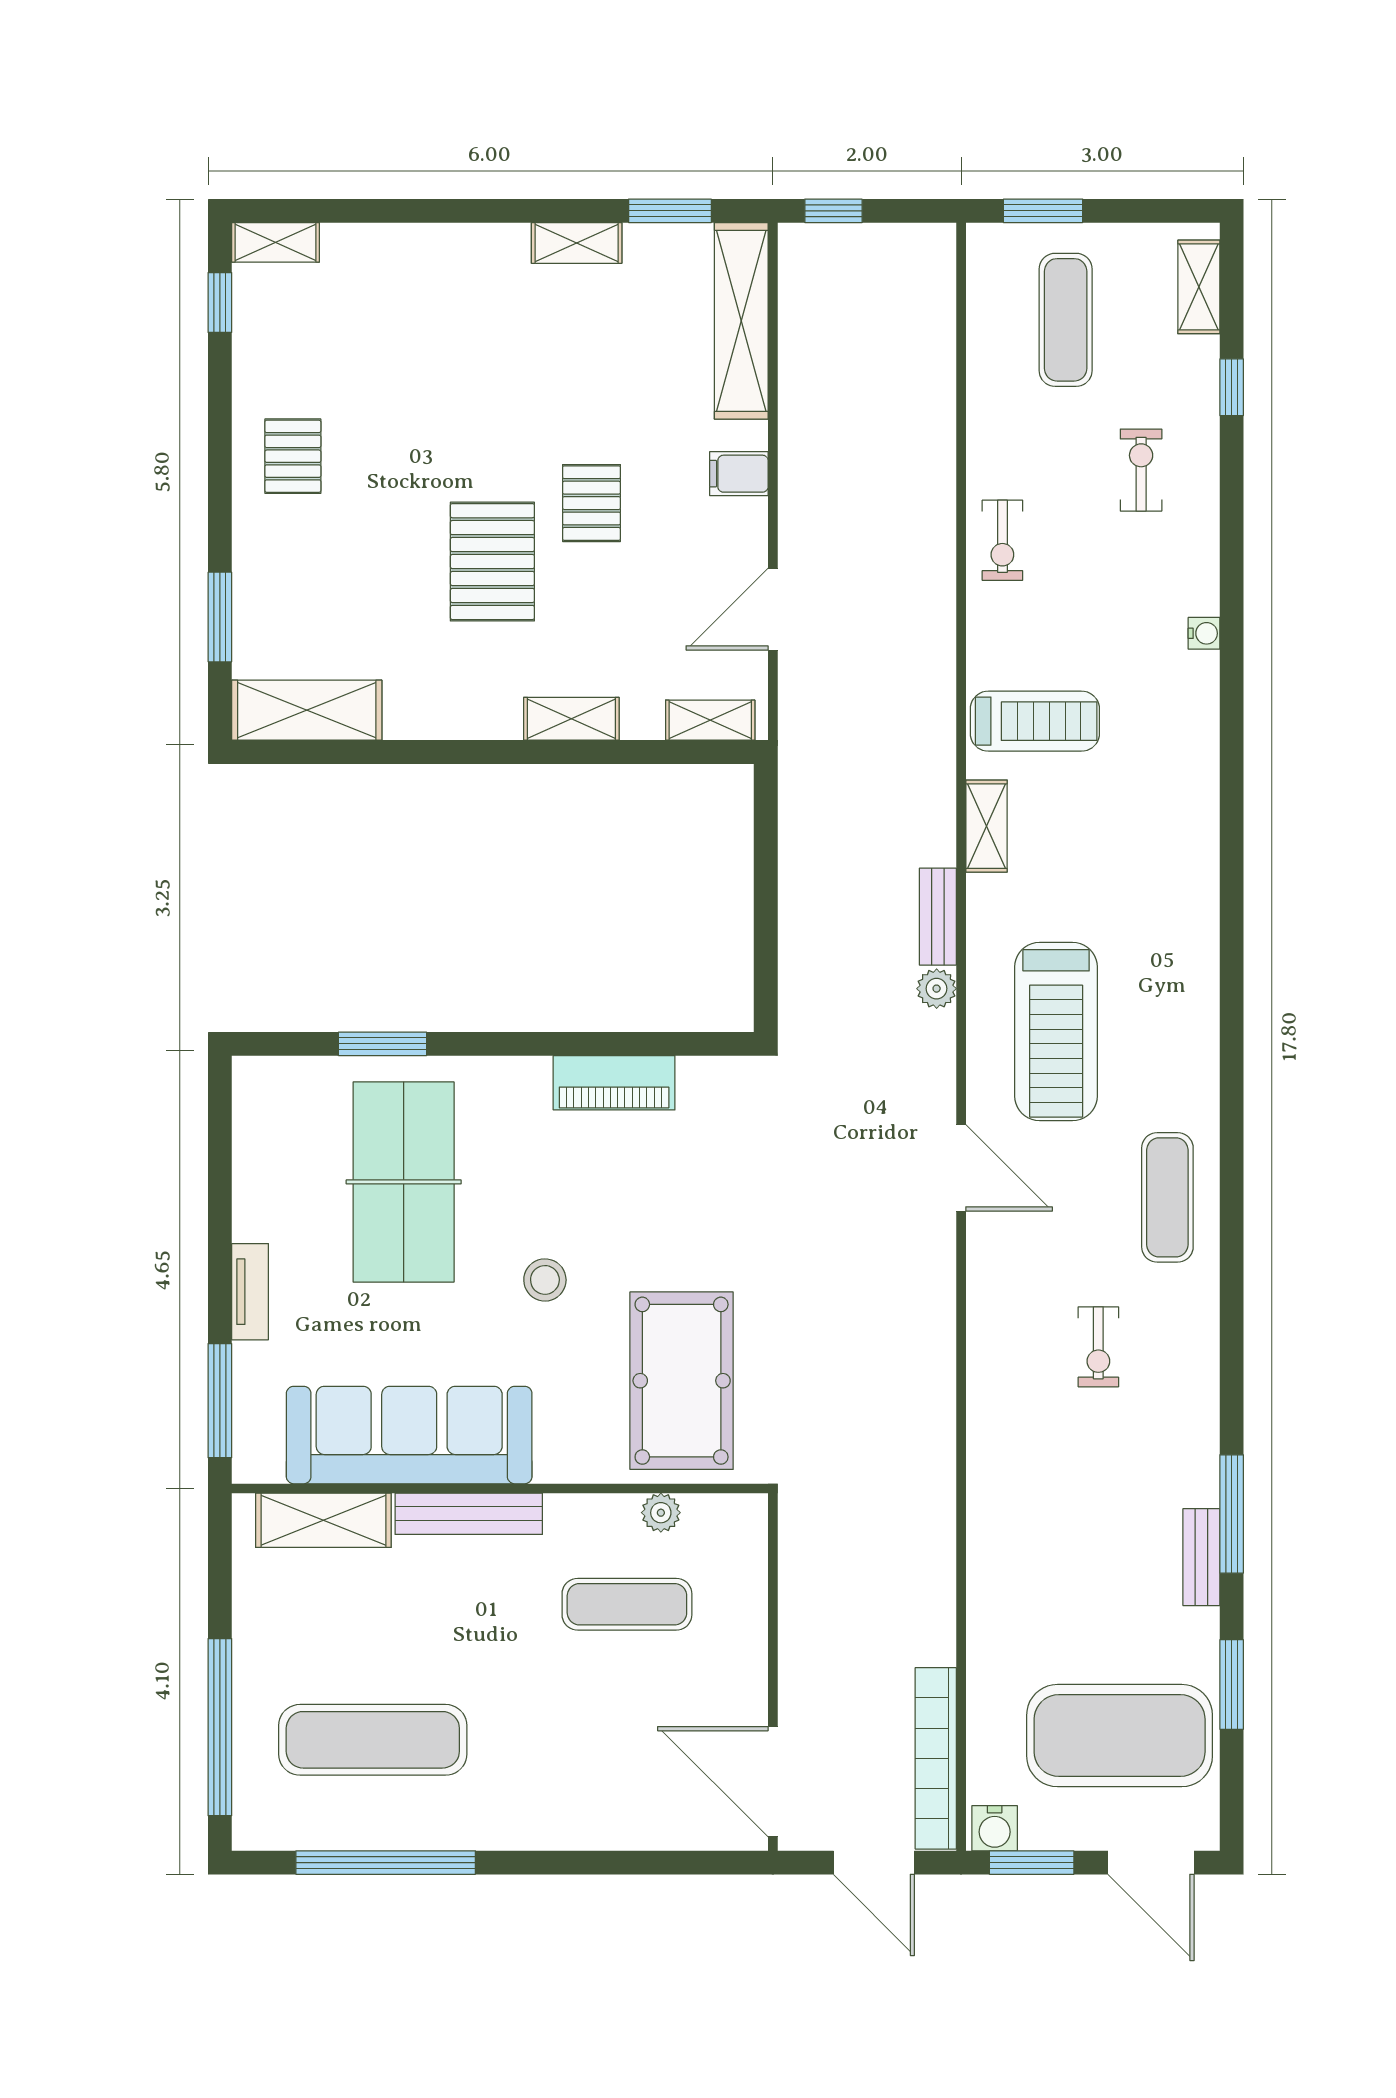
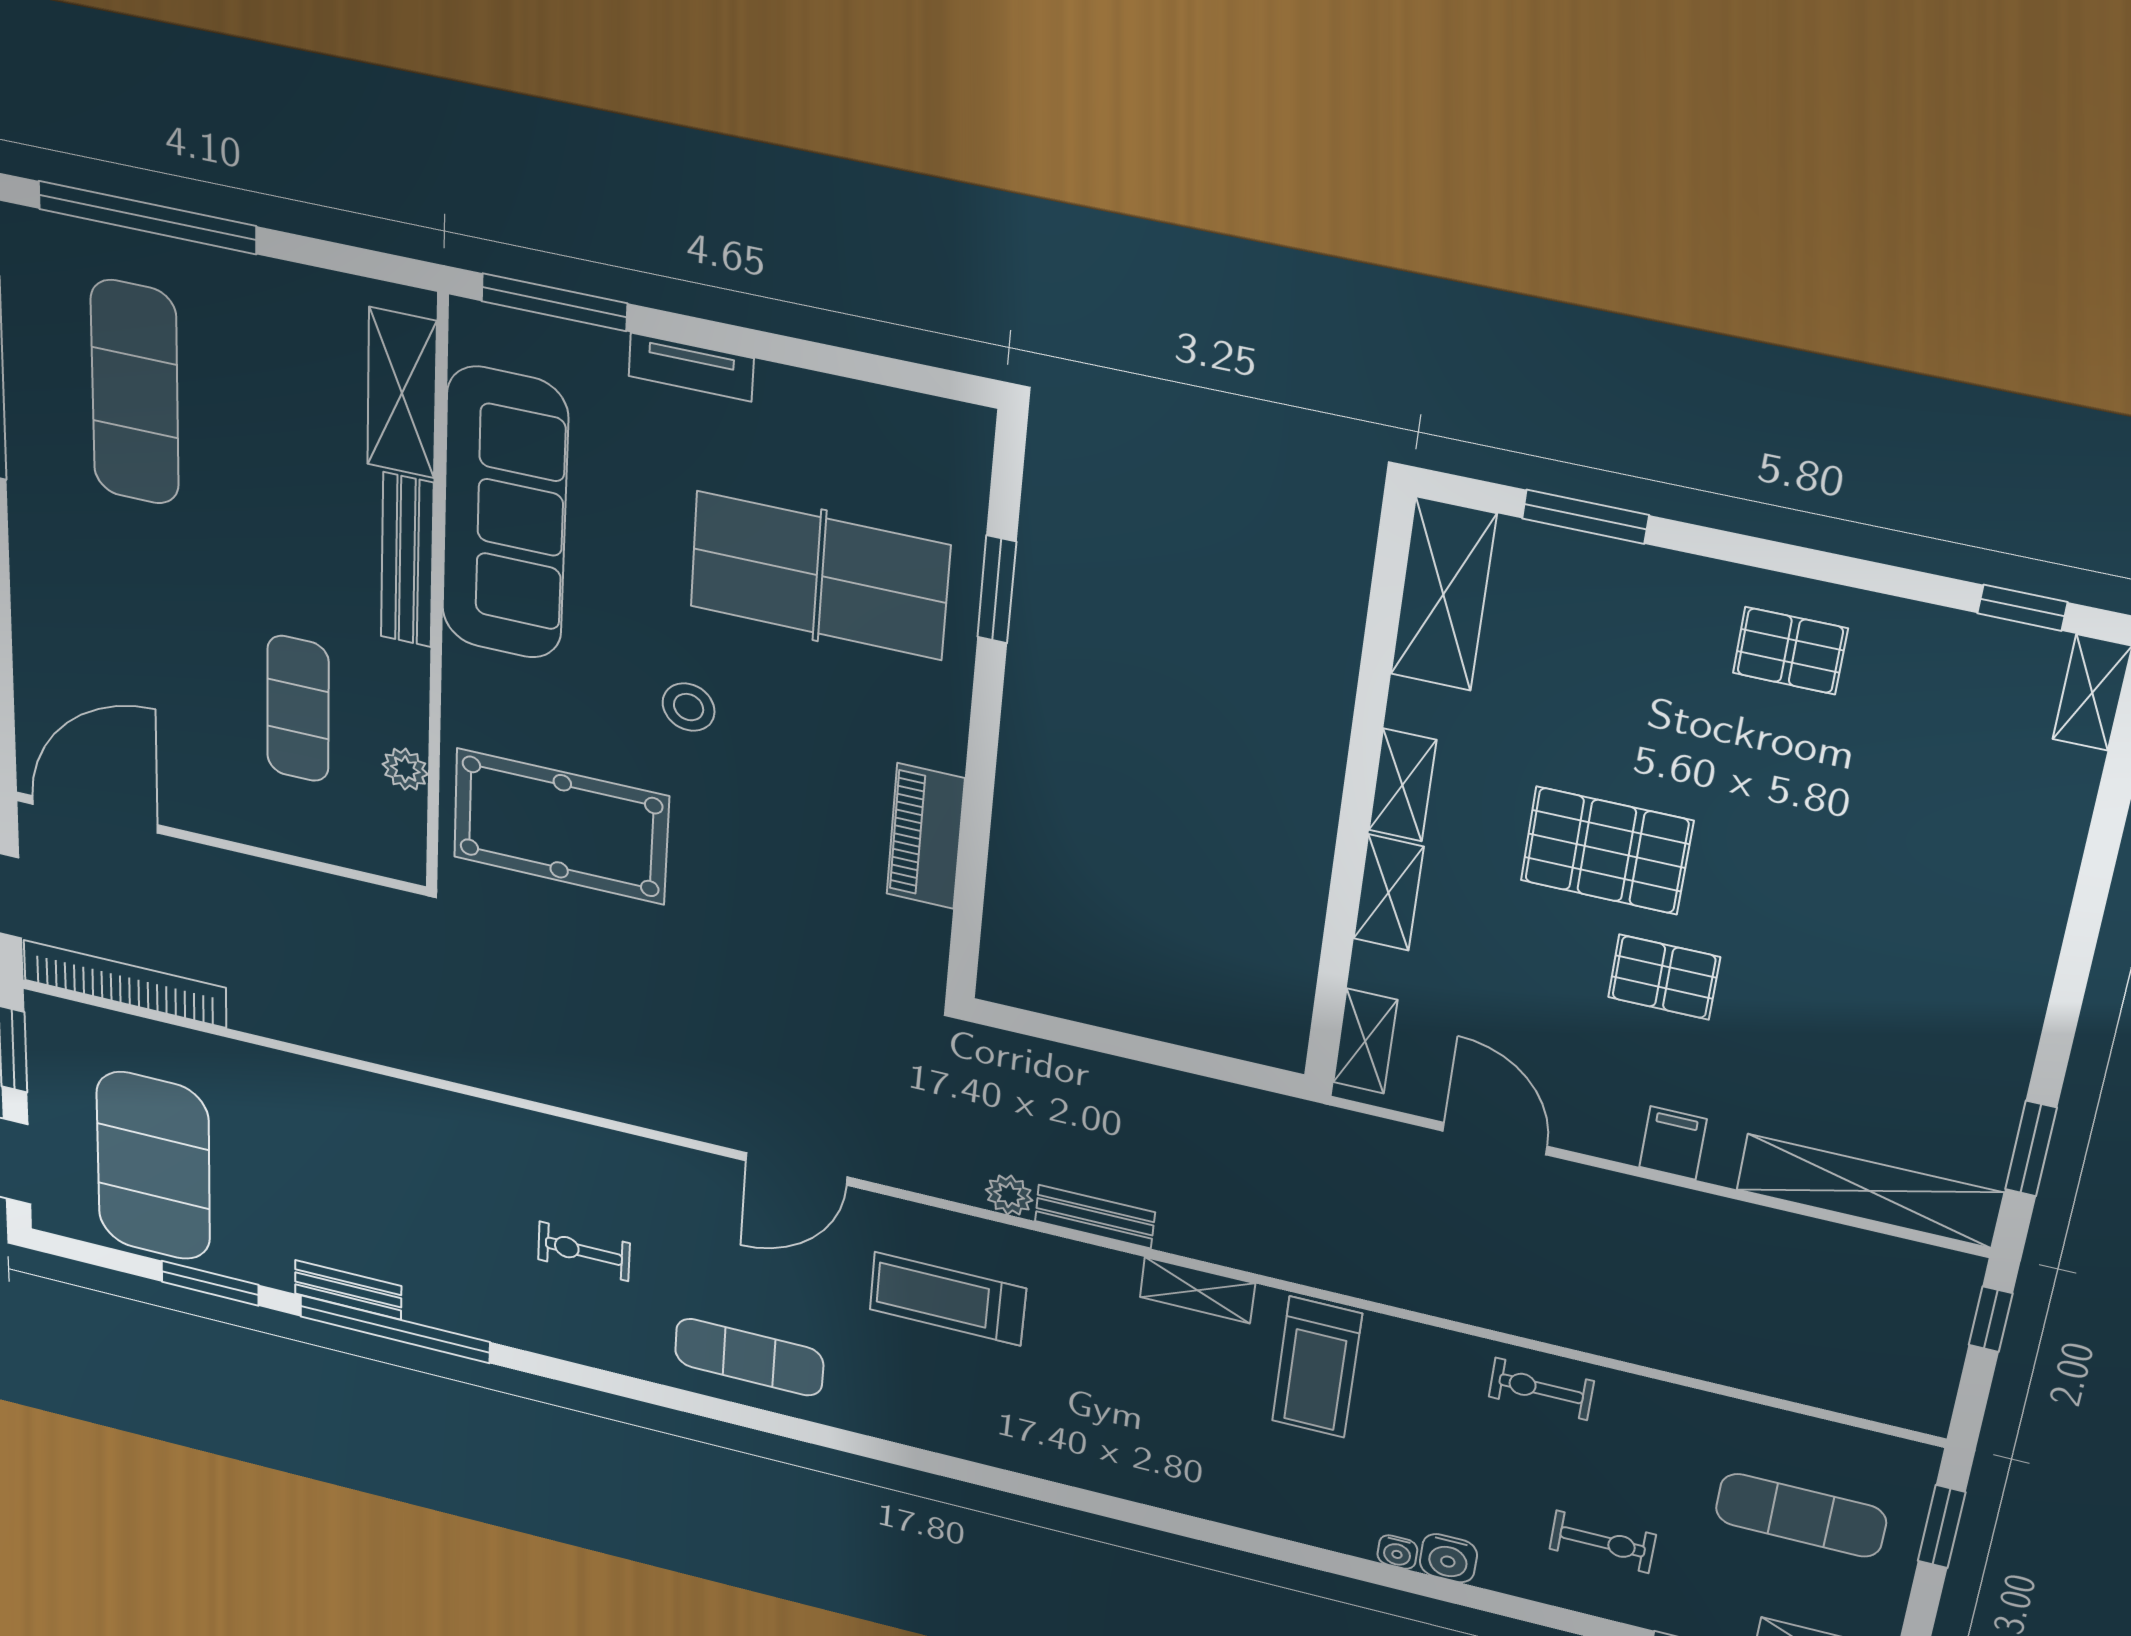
shelving: (577, 243) -> (1402, 785), moved
treadmill: (1056, 1032) -> (948, 1299), width x0.73, depth x0.73
window: (1232, 1514) -> (395, 1329), width x1.46
water cooler: (995, 1828) -> (1448, 1558), moved, turned -90

